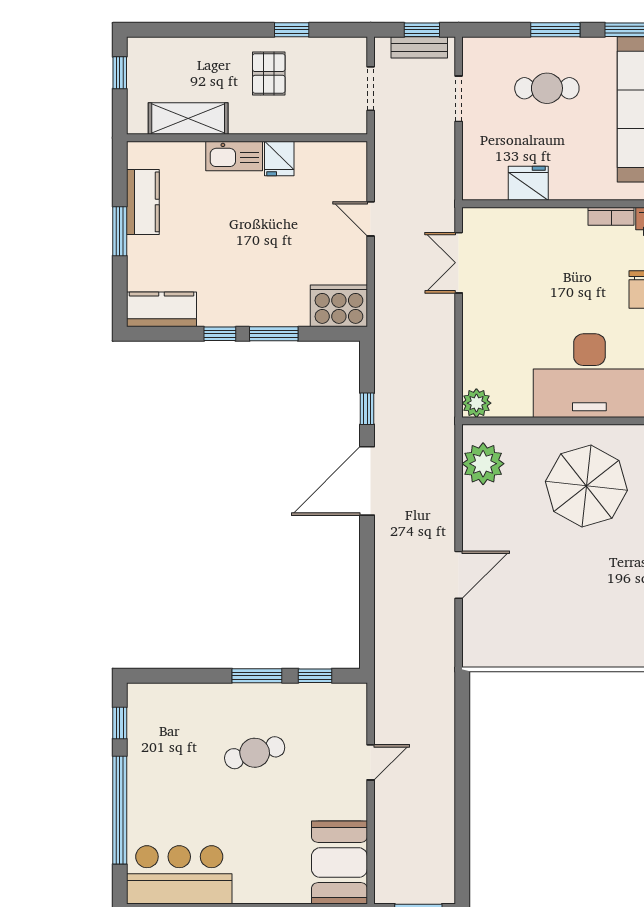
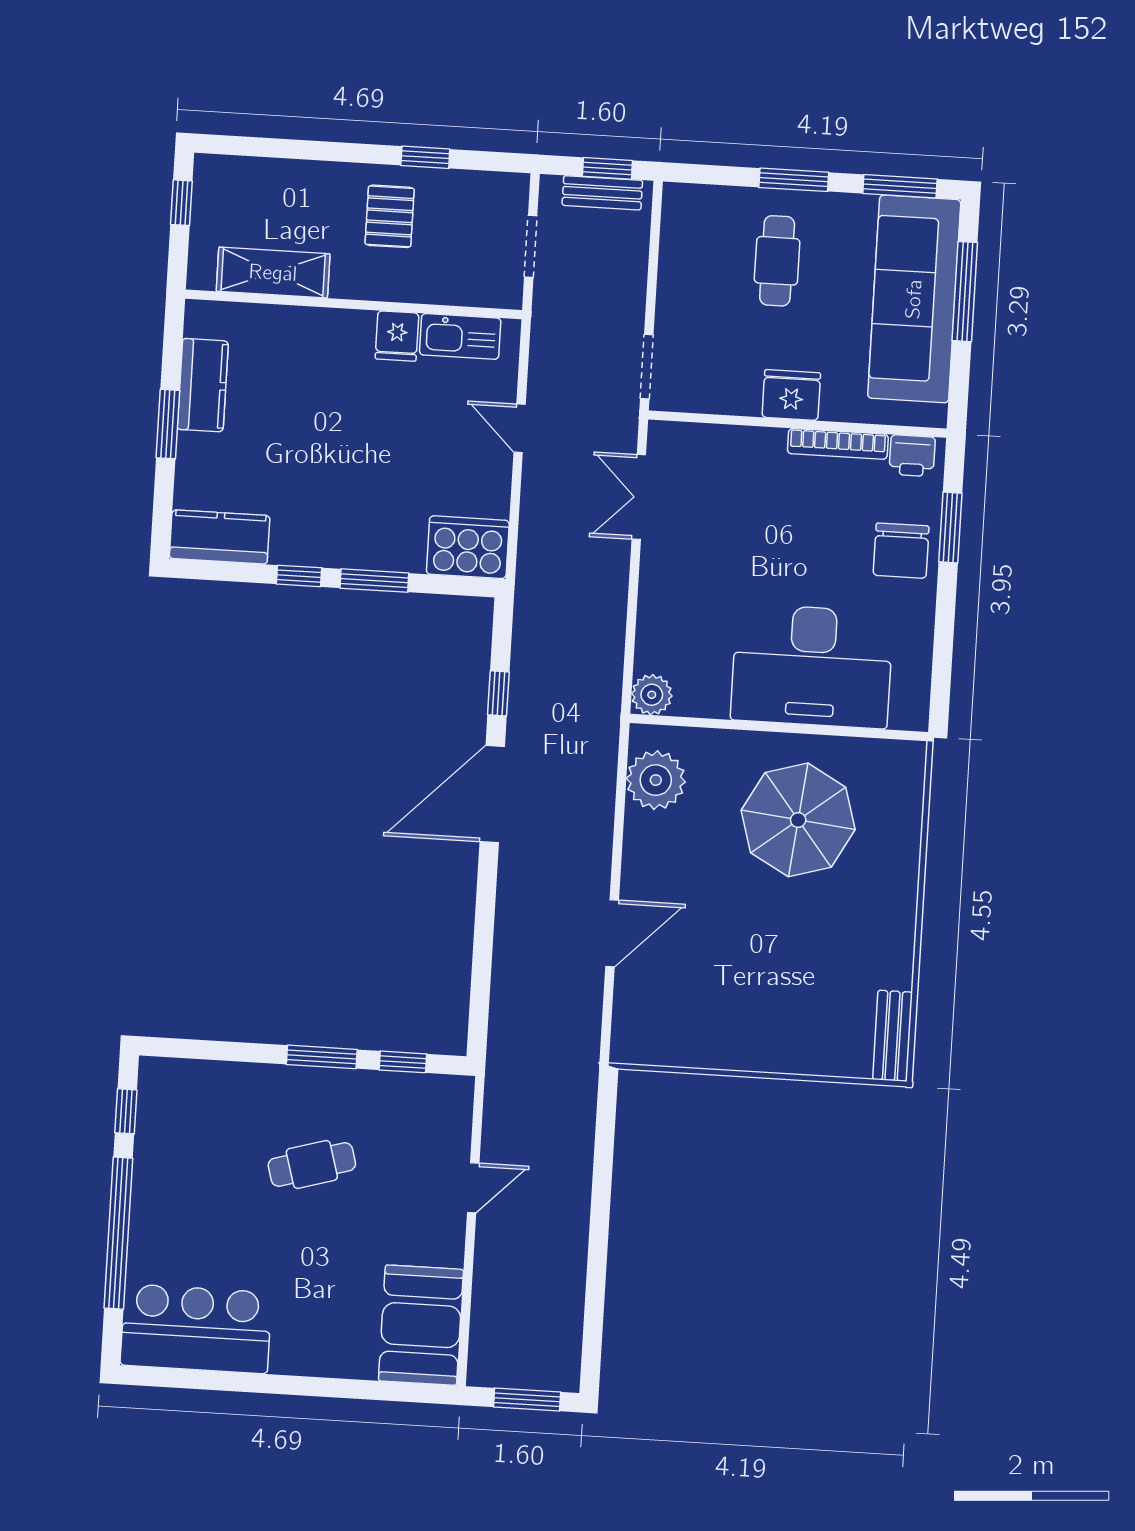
cafe table: (547, 88) -> (777, 261), turned 90
doorway: (459, 99) -> (647, 367), moved
kitchen sink: (234, 156) -> (460, 336), moved
fridge: (528, 183) -> (791, 395), moved
bookcase: (611, 216) -> (838, 444), width x1.56

